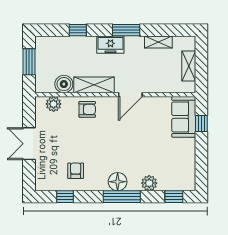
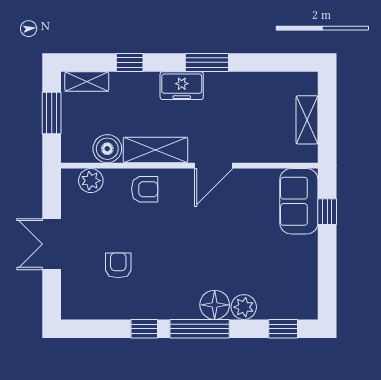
shelving: (158, 42) -> (87, 82), moved
armchair: (76, 171) -> (118, 265), moved
floor lamp: (118, 182) -> (215, 305), moved
window: (65, 197) -> (144, 329), moved

